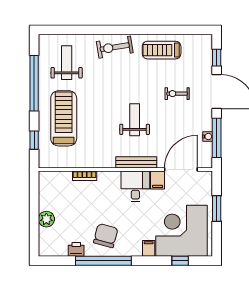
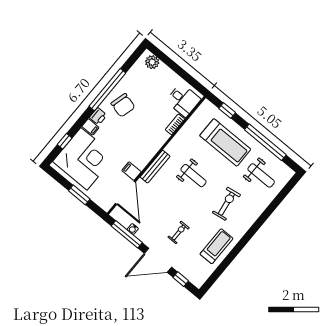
exercise bike: (115, 47) -> (226, 204), moved
weight bench: (135, 120) -> (193, 176), moved
desk: (135, 186) -> (183, 100), moved
plant: (46, 219) -> (152, 62), moved
printer: (76, 249) -> (98, 116), moved

